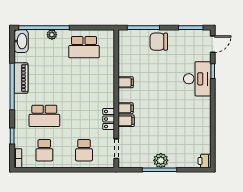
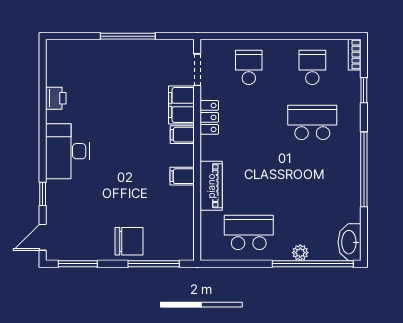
piano: (21, 78) -> (211, 186), moved, turned 180
desk: (197, 79) -> (67, 151), moved
filing cabinet: (126, 121) -> (181, 105), width x2.00
plant: (161, 160) -> (126, 51), removed
printer: (204, 161) -> (56, 98), moved

